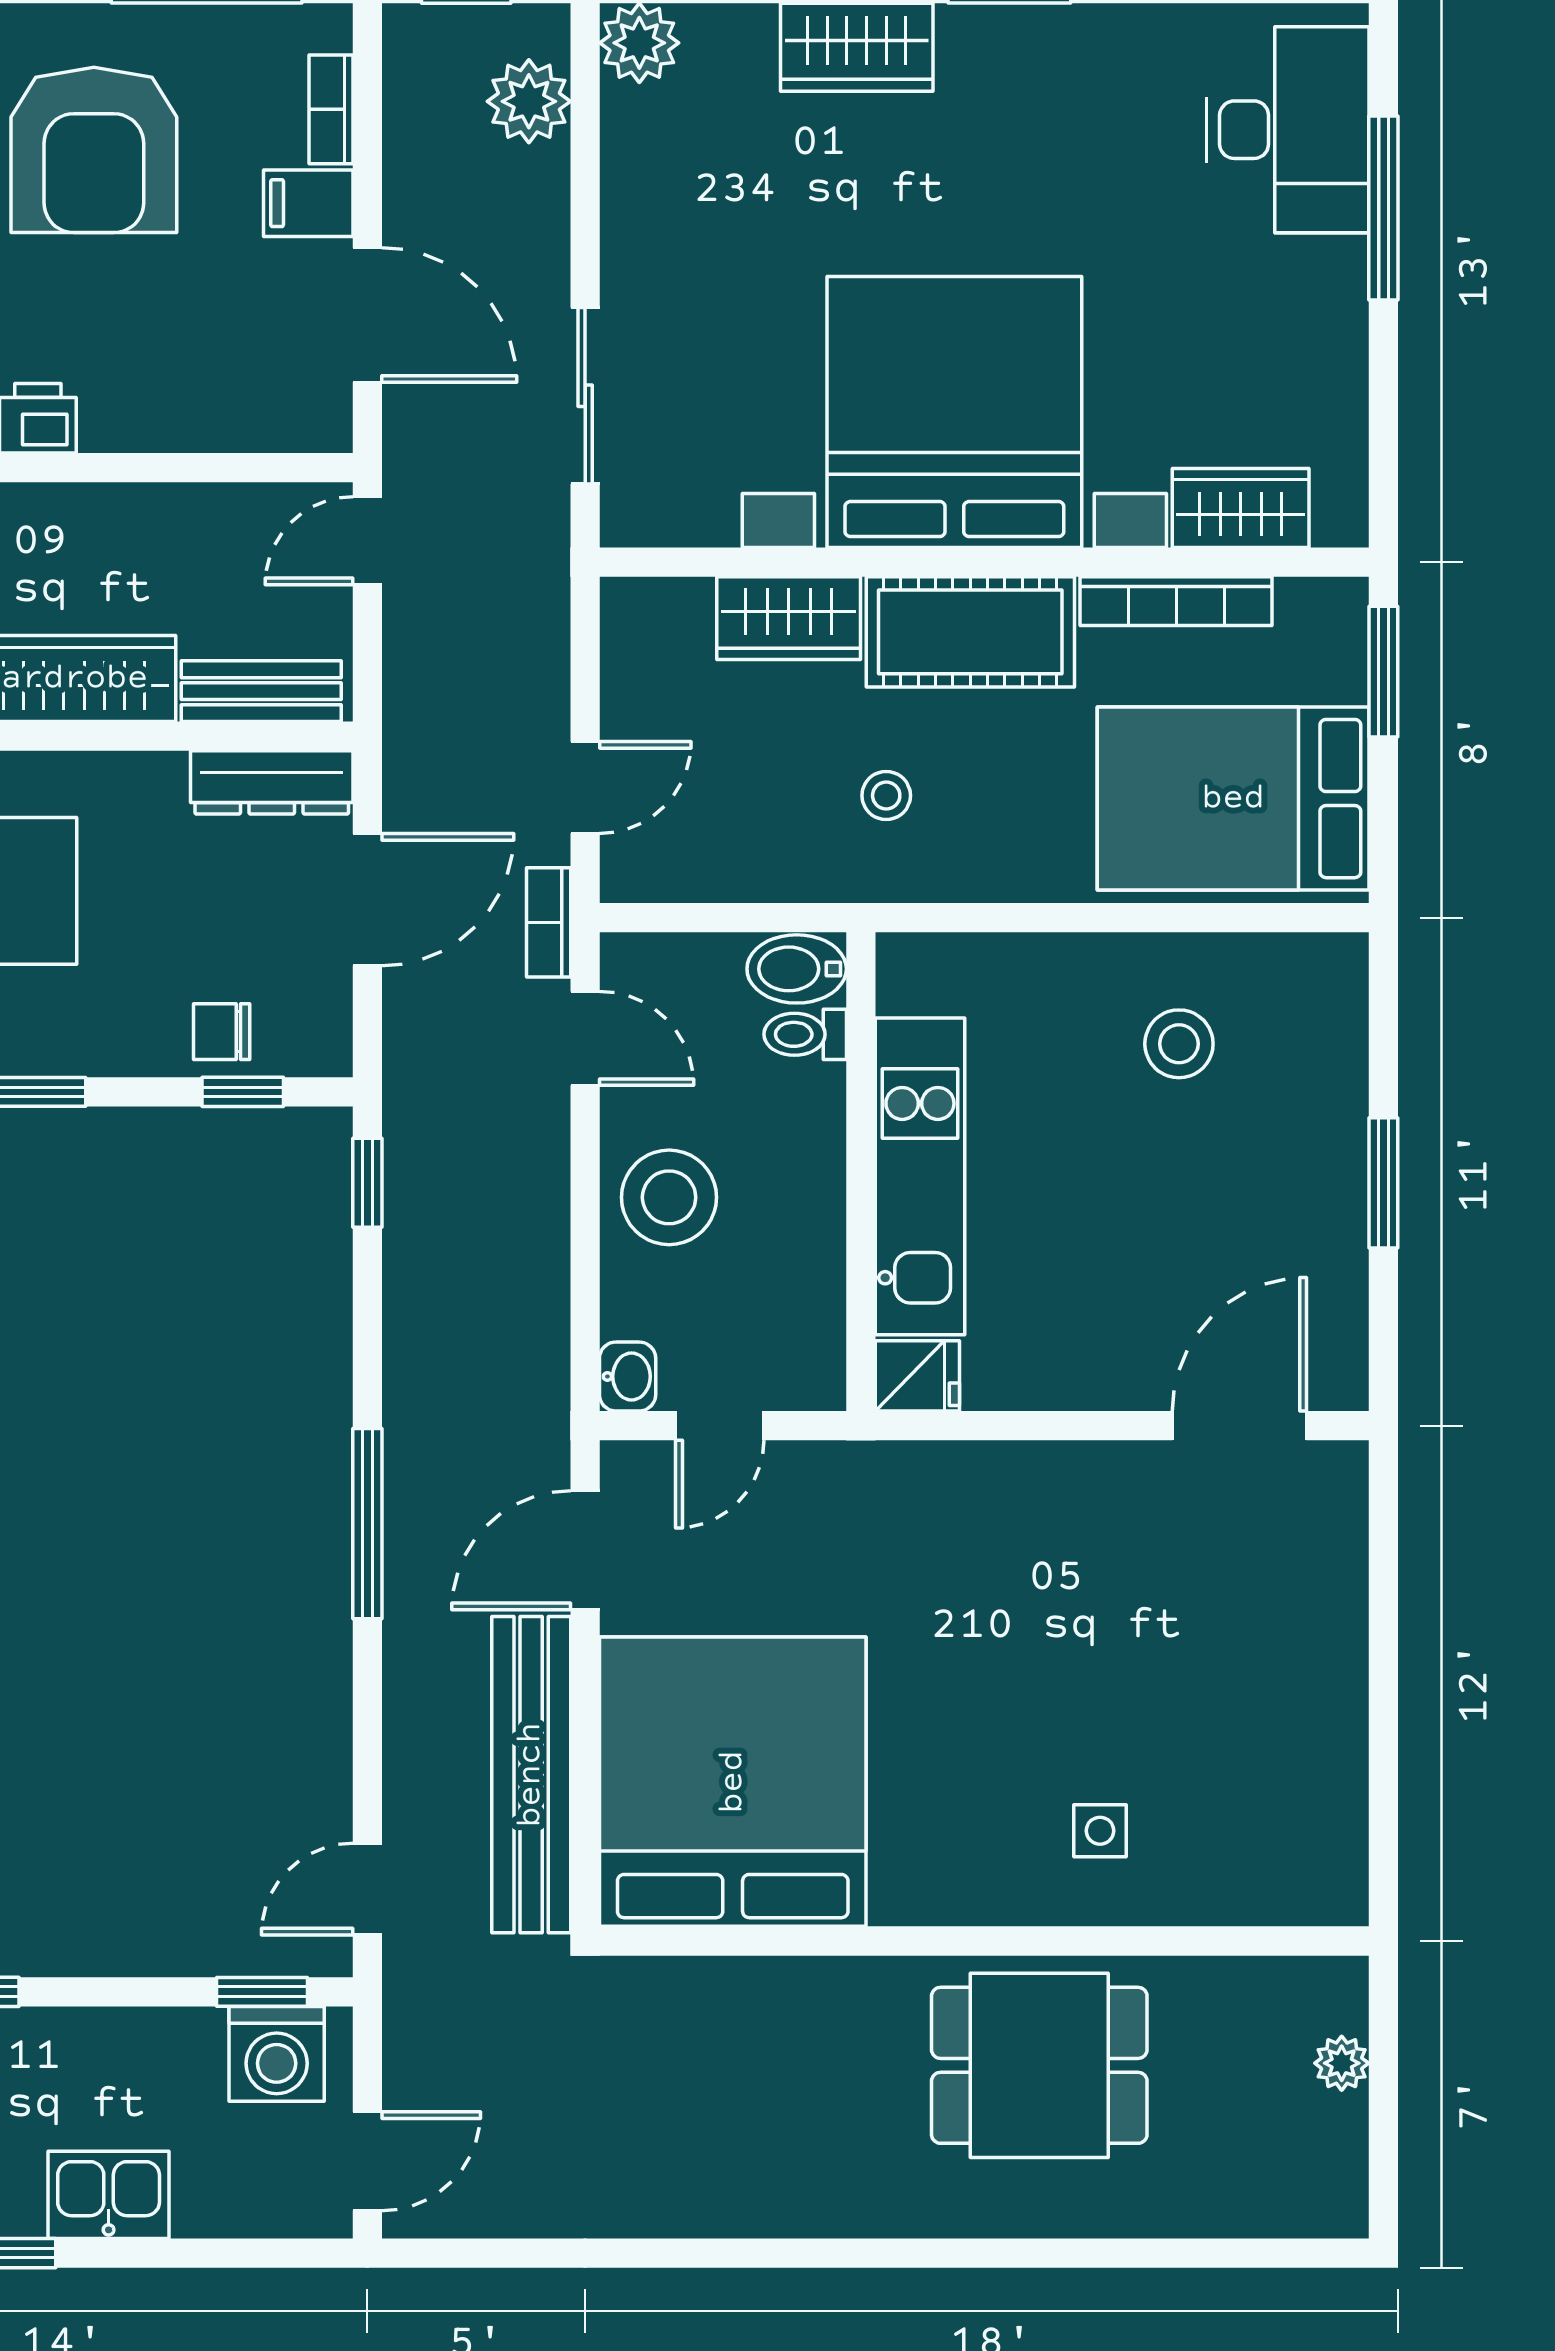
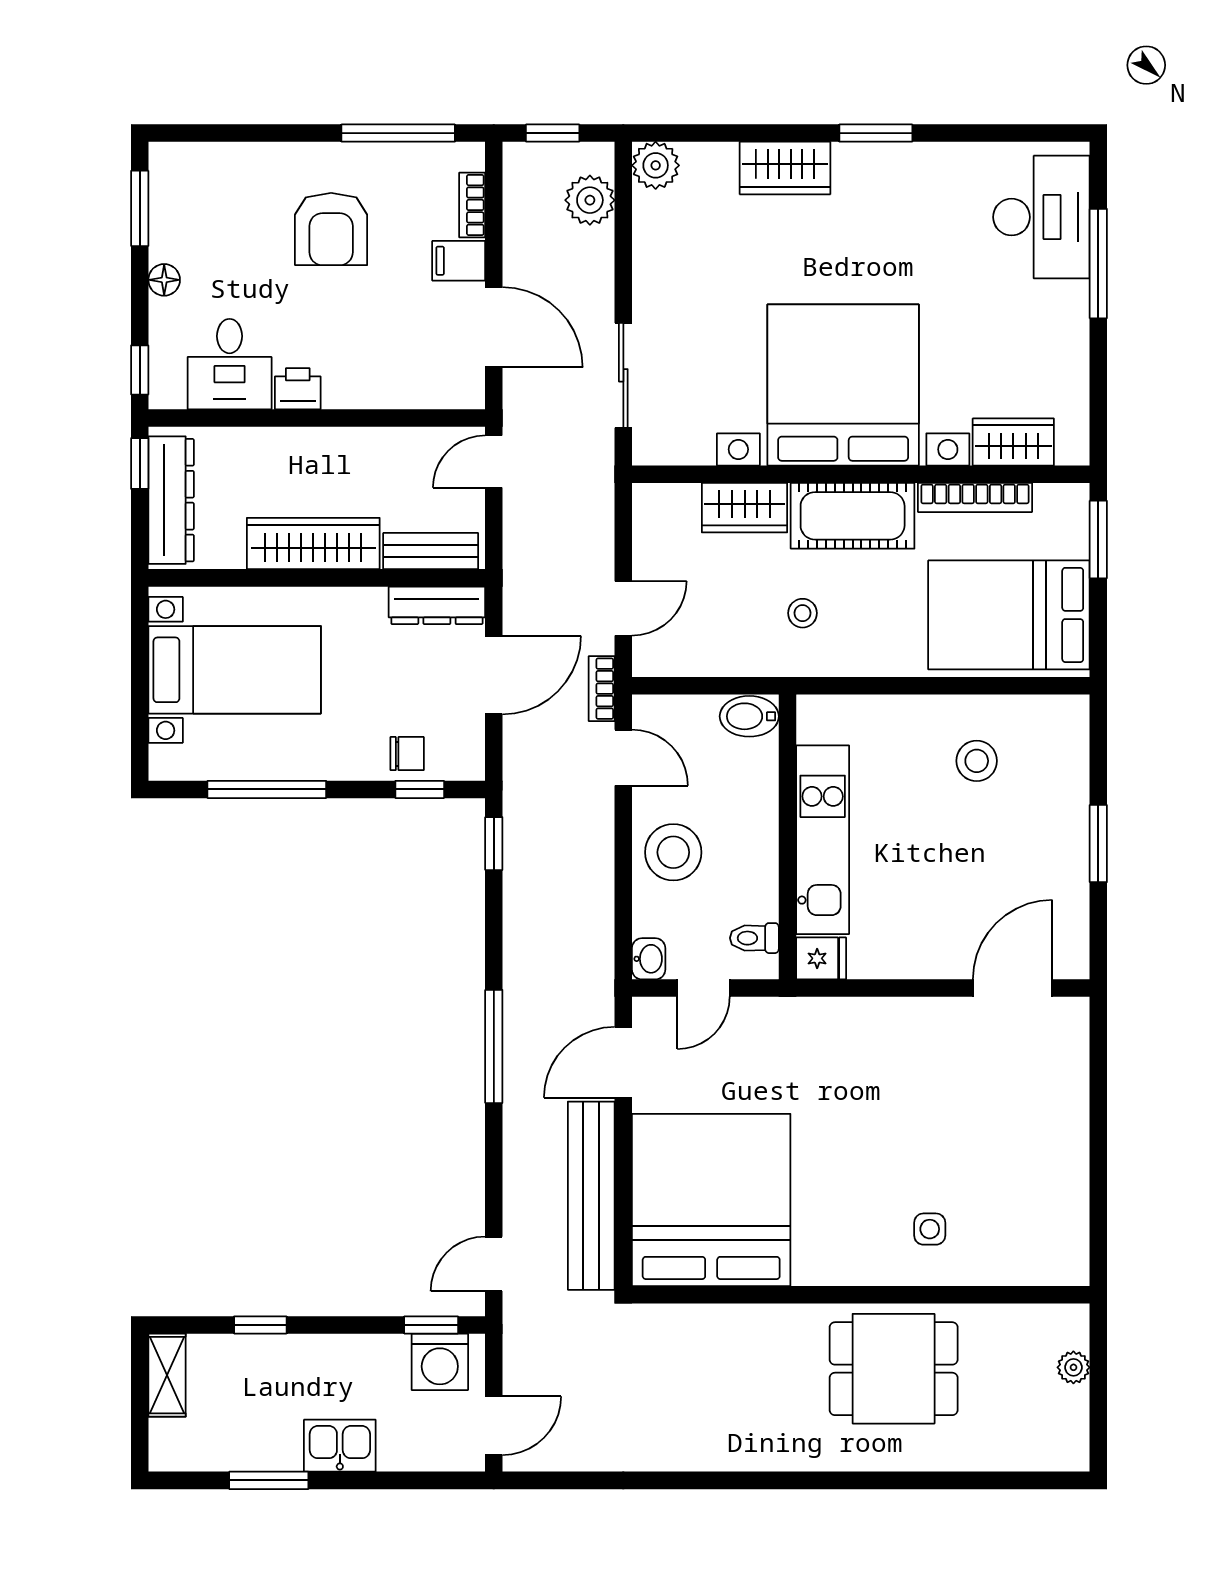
armchair: (94, 150) -> (331, 229), width x0.73, depth x0.73
chair: (222, 1032) -> (407, 754), turned 180
toilet: (805, 1034) -> (754, 938), moved

